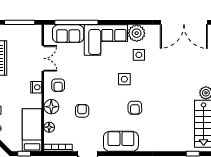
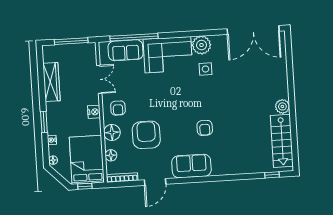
side table: (124, 79) -> (191, 97), removed
armchair: (82, 111) -> (146, 135), width x1.88, depth x1.88
bed: (32, 130) -> (87, 160), width x1.50

